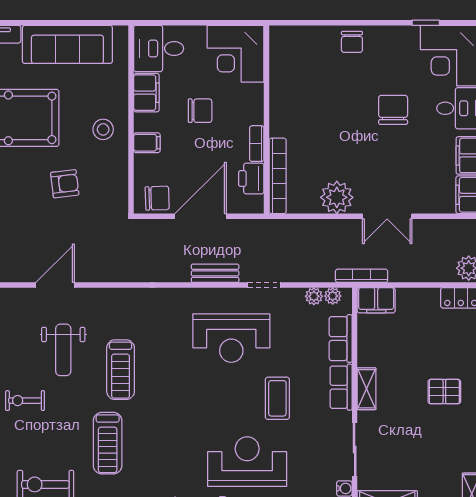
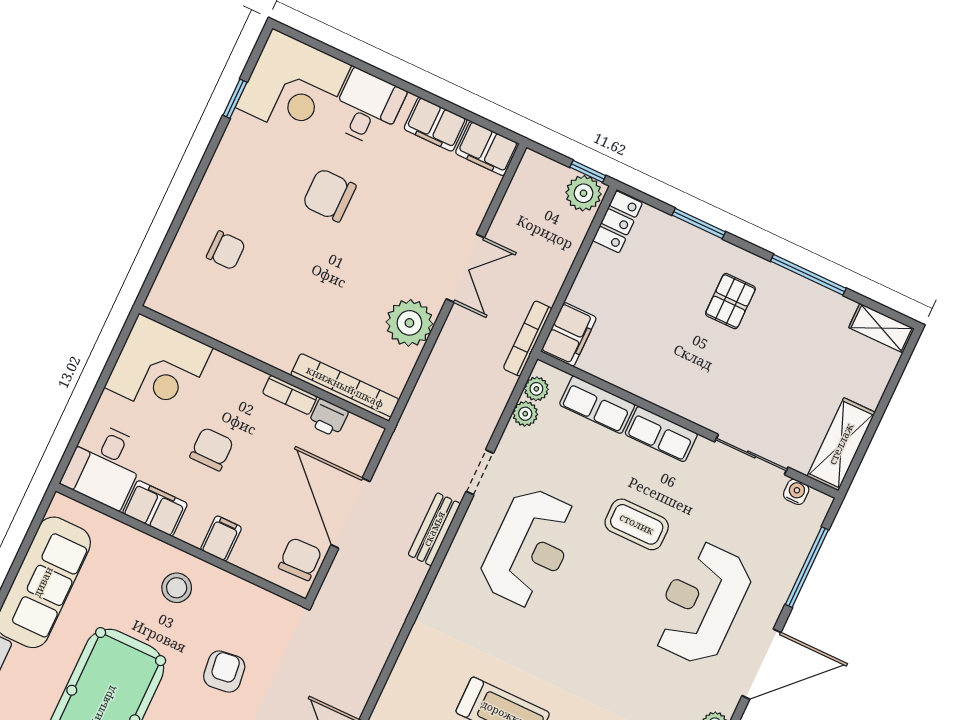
chair: (352, 42) -> (226, 250), moved
printer: (251, 178) -> (328, 418), width x0.73, depth x0.81
shelving: (367, 389) -> (679, 401), removed

